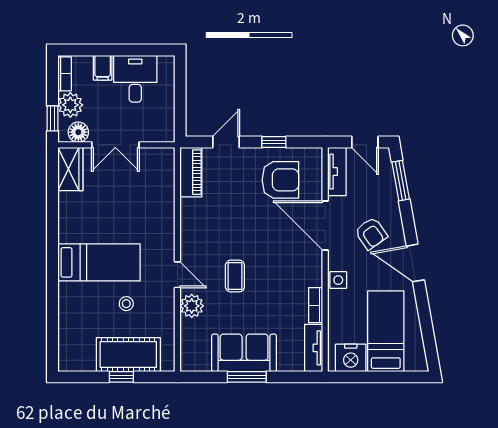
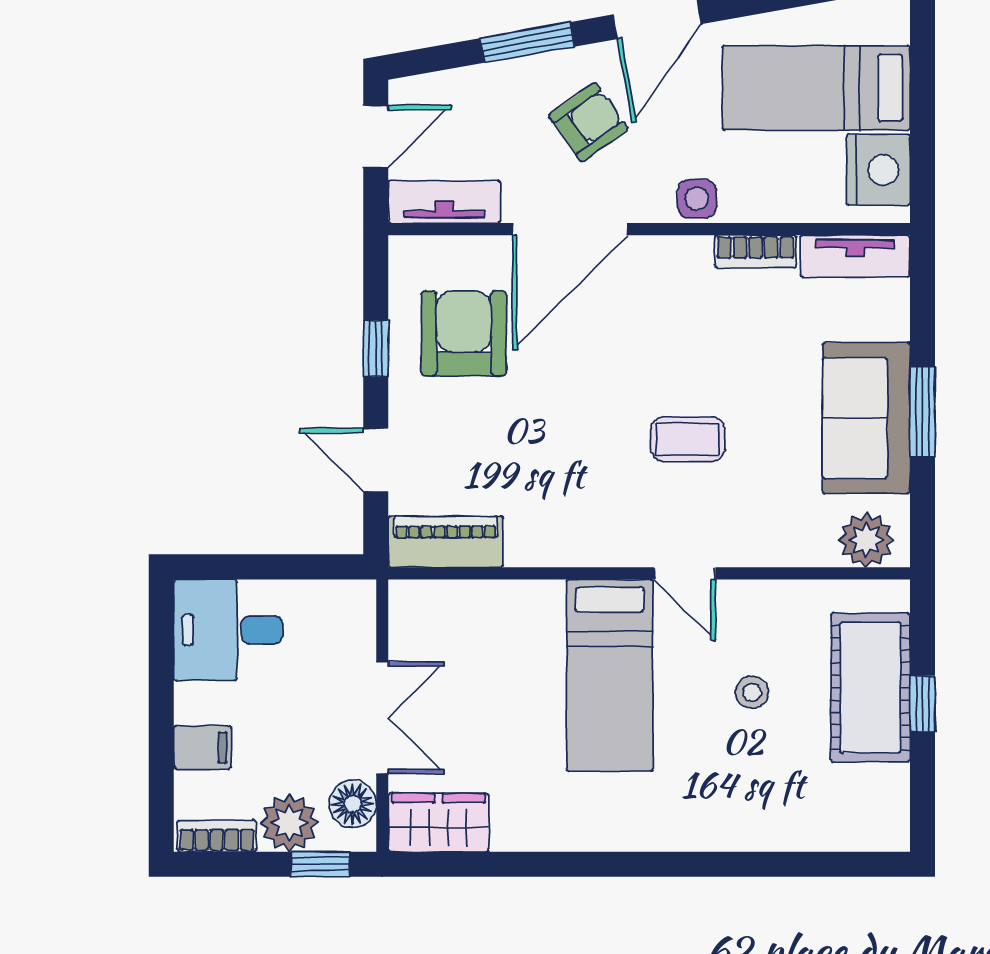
desk: (135, 79) -> (228, 630), moved
window: (401, 181) -> (528, 42), moved
bed: (99, 262) -> (610, 675), moved, turned 180
door: (177, 275) -> (685, 573), swing flipped
plant: (192, 306) -> (866, 540), moved

